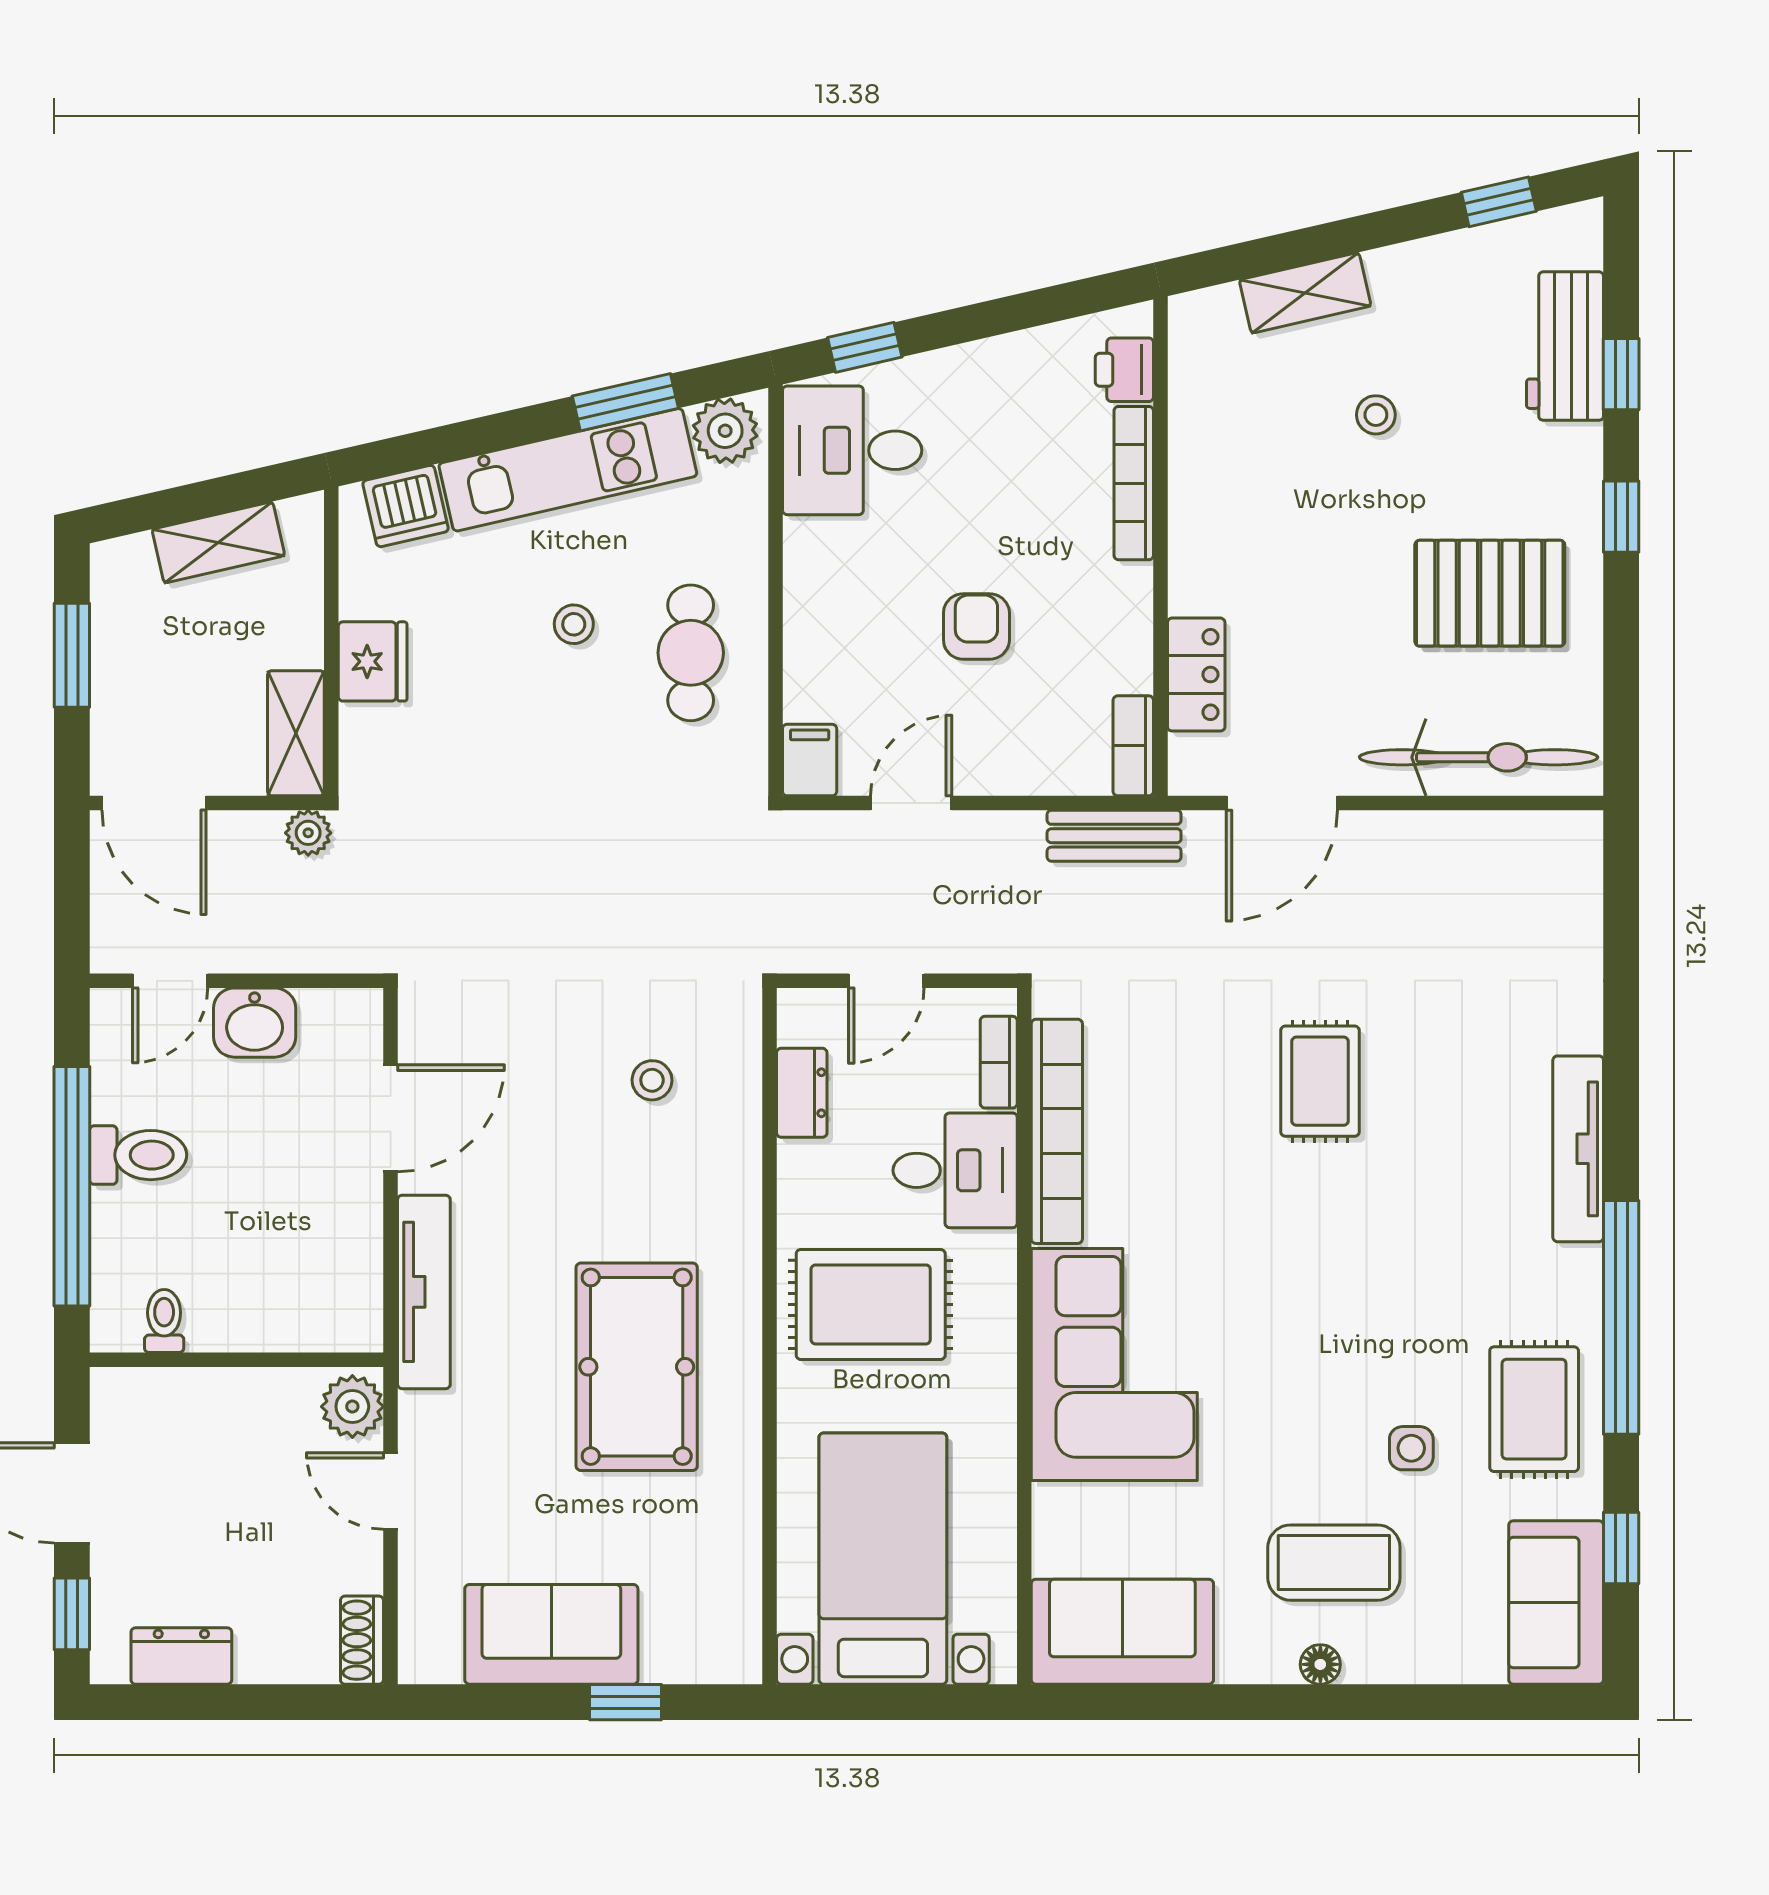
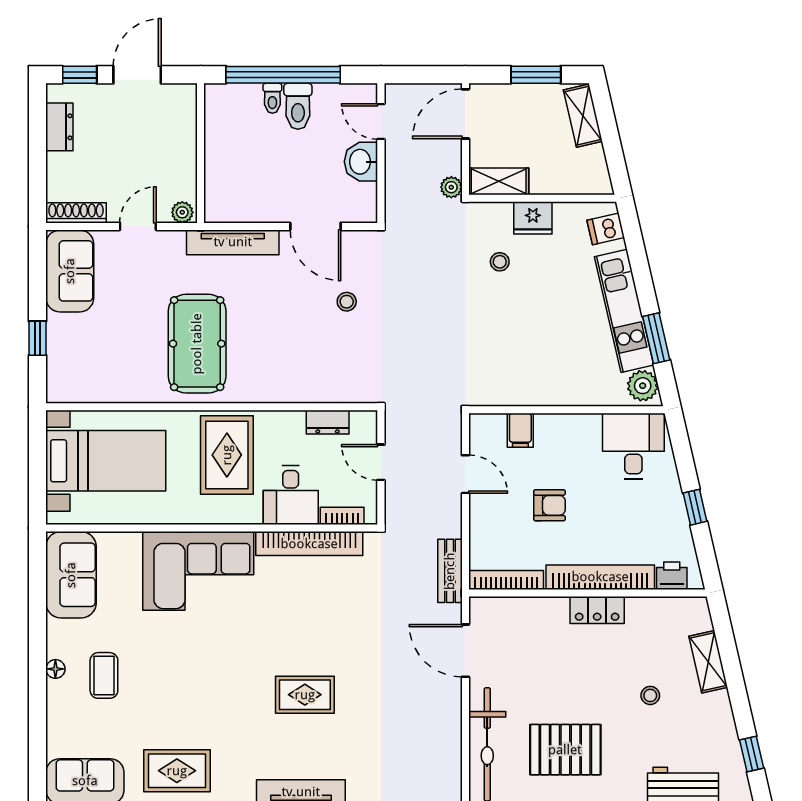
window: (865, 347) -> (695, 507), moved
bookcase: (1134, 483) -> (600, 577), width x1.48, depth x1.31
dishwasher: (406, 506) -> (606, 229), width x0.73
shelving: (218, 542) -> (583, 116), moved
pallet: (1490, 593) -> (565, 750), turned 90
stool: (574, 624) -> (500, 262), moved
cafe table: (691, 653) -> (537, 369), removed
locker: (1196, 675) -> (597, 610), moved
bookcase: (1133, 746) -> (506, 580), width x1.56
filing cabinet: (810, 760) -> (520, 430), moved, turned 90
stool: (652, 1080) -> (347, 302), moved
rug: (1320, 1081) -> (305, 695), moved
toilet: (164, 1321) -> (272, 98), moved, turned 90
pool table: (637, 1367) -> (197, 344), turned 90
plant: (352, 1407) -> (182, 212), width x0.73, depth x0.73
side table: (1411, 1448) -> (158, 712), removed
coffee table: (1334, 1563) -> (104, 675), width x0.73, depth x0.77
sofa: (551, 1634) -> (70, 271), moved
shoe rack: (362, 1640) -> (76, 213), width x1.43

